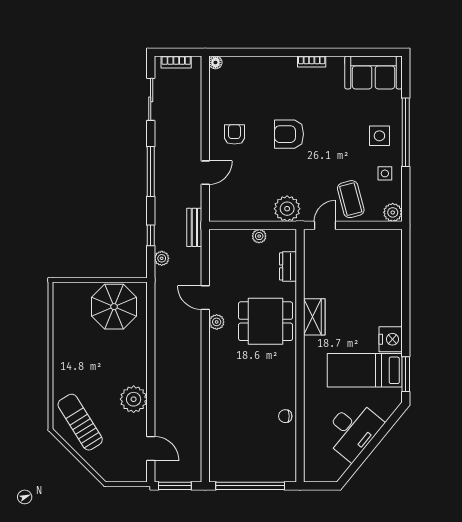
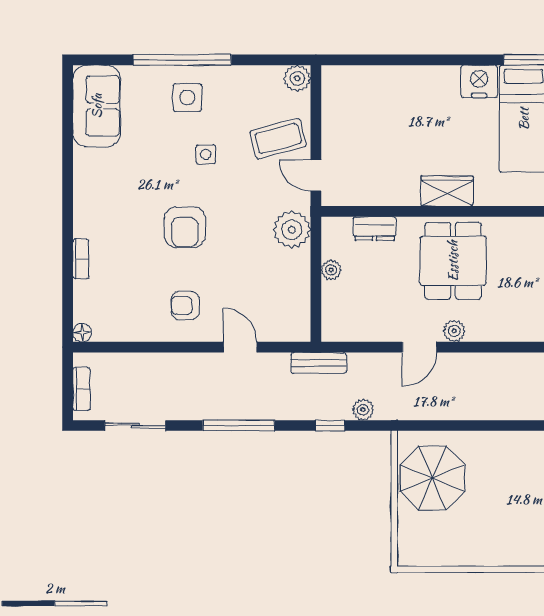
bookcase: (312, 62) -> (81, 259), moved
side table: (385, 173) -> (206, 154), moved

